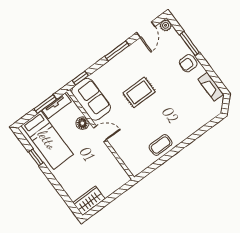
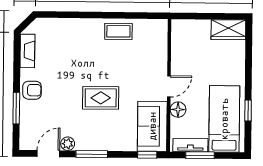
plant: (166, 25) -> (68, 144), moved
door: (100, 134) -> (169, 86), swing flipped

